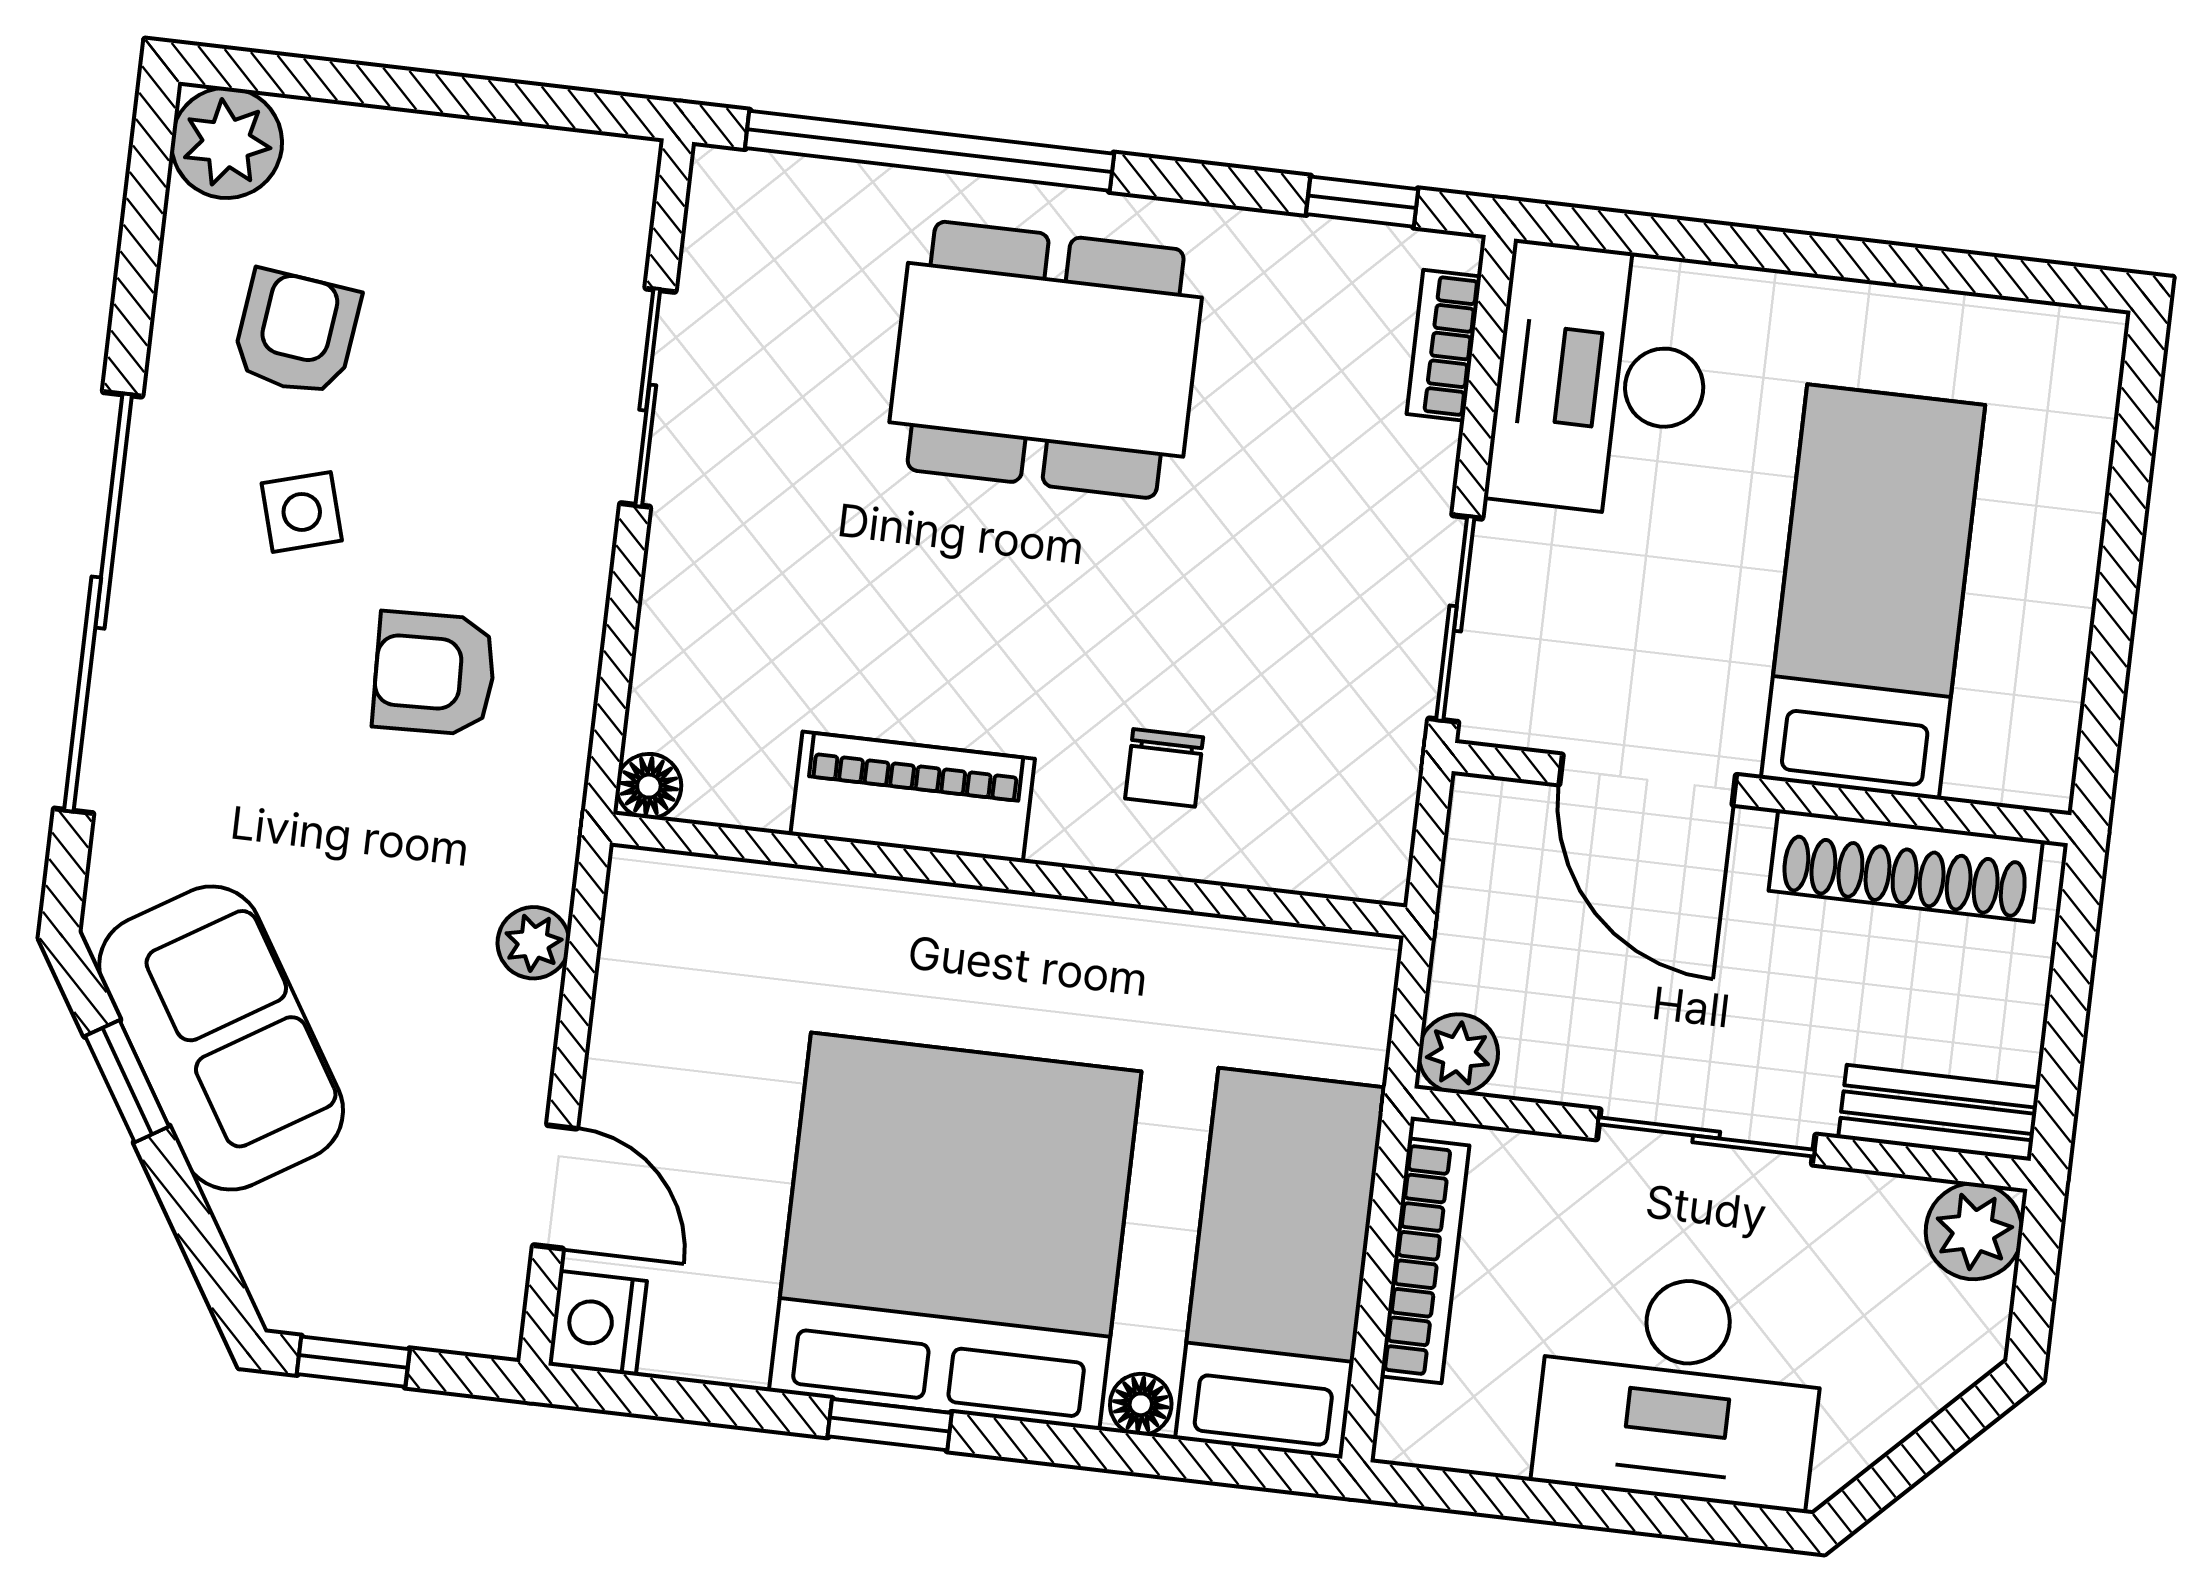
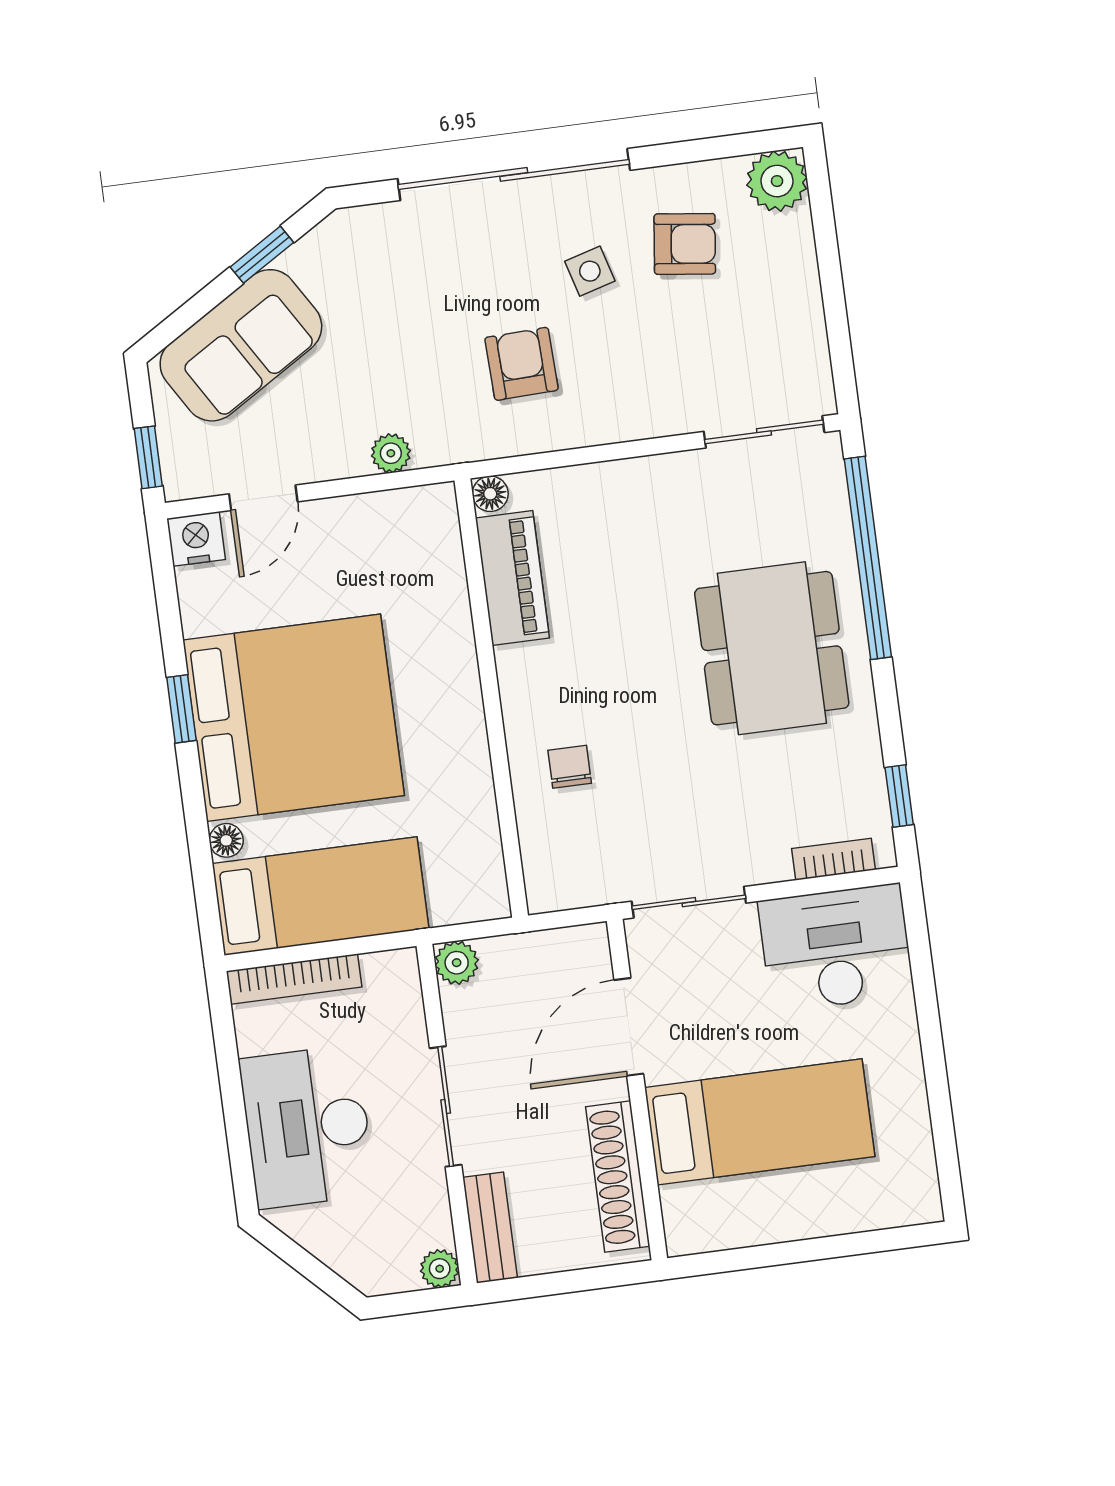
sliding door: (648, 398) -> (764, 432), moved
chair: (1164, 768) -> (570, 767), turned 90
piano: (913, 797) -> (512, 578), moved
sofa: (221, 1038) -> (241, 345), moved
plant: (1974, 1231) -> (440, 1269), width x0.73, depth x0.73
bookcase: (1425, 1261) -> (294, 979), moved
window: (353, 1362) -> (148, 457), moved

